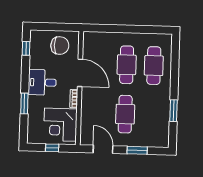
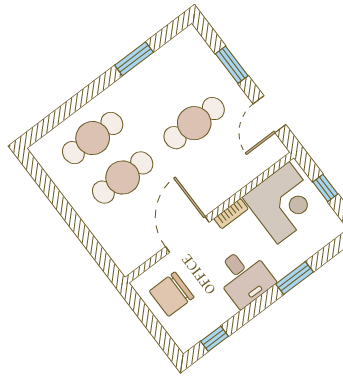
chair: (60, 46) -> (172, 294), turned -90

